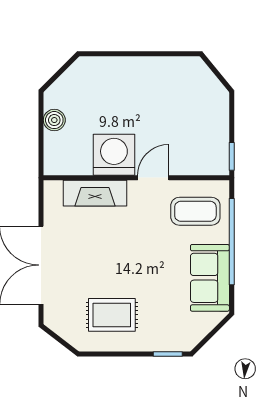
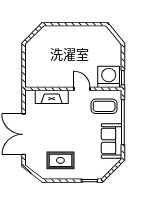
boiler: (54, 120) -> (30, 59), removed
washing machine: (114, 155) -> (109, 77), moved
door: (153, 178) -> (82, 89), hinge flipped

